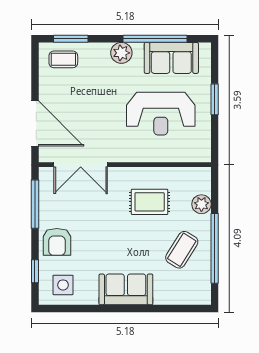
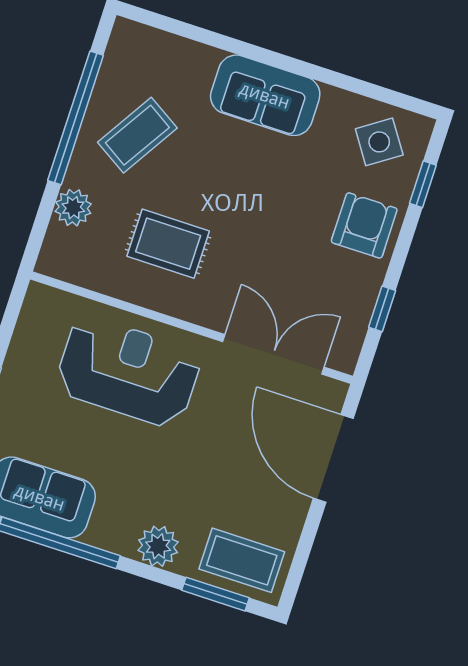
plant: (121, 53) -> (158, 546), moved
coffee table: (63, 59) -> (242, 560), width x1.36, depth x1.30
reception desk: (161, 114) -> (128, 372), moved
window: (35, 204) -> (382, 309), width x0.46
side table: (63, 285) -> (379, 142), turned -34

